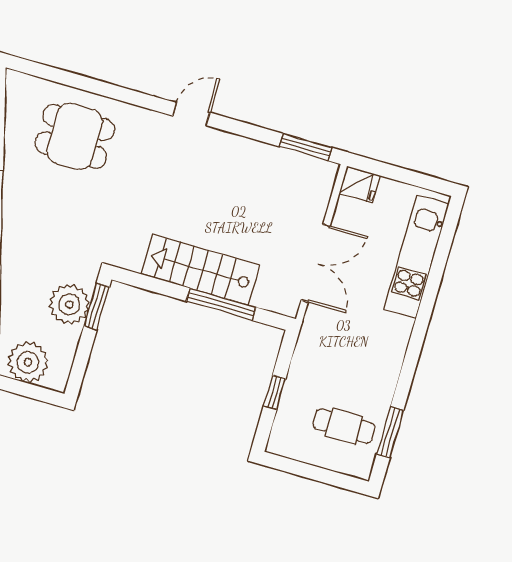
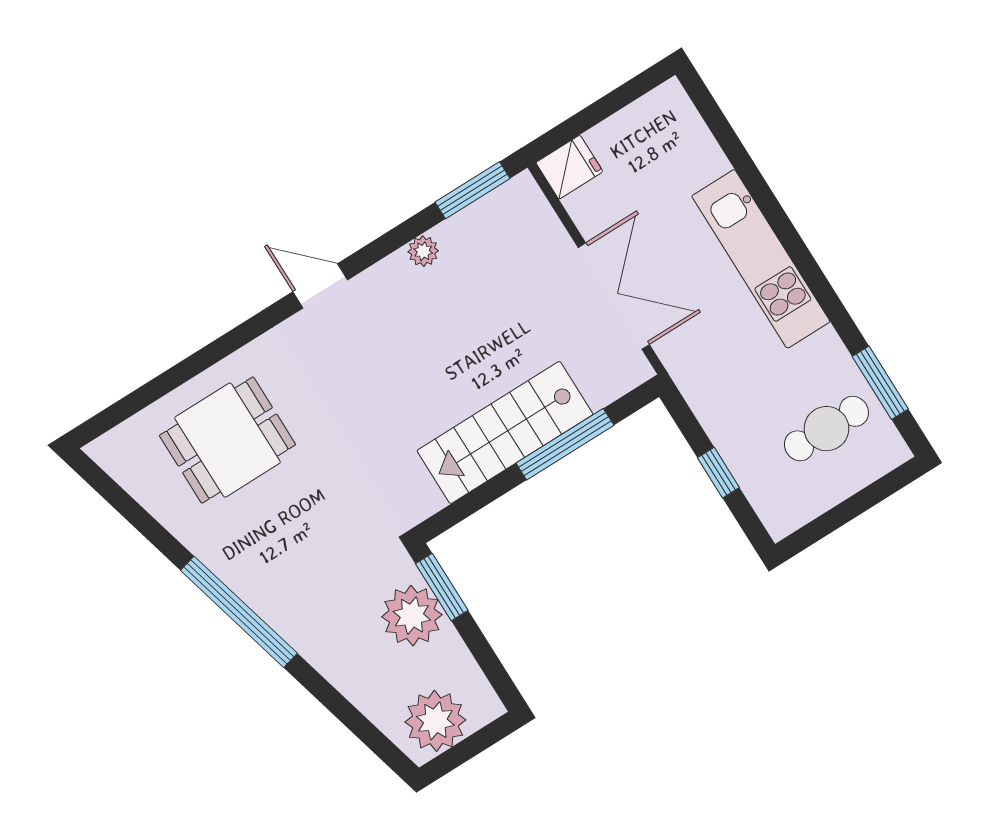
door: (191, 114) -> (320, 286), hinge flipped
plant: (254, 150) -> (423, 251), added
kitchen unit: (416, 257) -> (761, 259), moved

